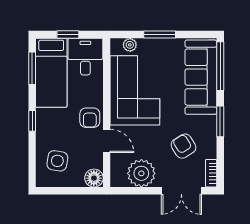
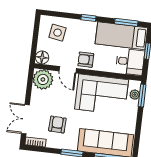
window: (160, 35) -> (142, 96), moved
door: (107, 141) -> (68, 70), hinge flipped
armchair: (183, 146) -> (57, 124), turned -56
plant: (141, 173) -> (43, 79), moved

